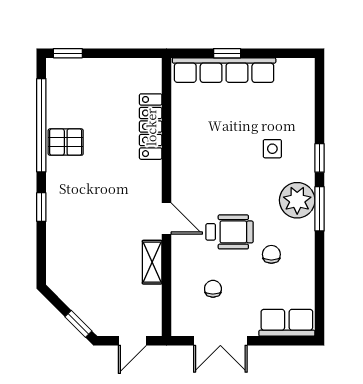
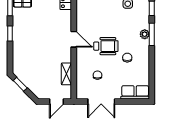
plant: (297, 200) -> (145, 34), width x0.53, depth x0.53
shelving: (152, 262) -> (66, 74), moved
window: (78, 324) -> (20, 84), moved

